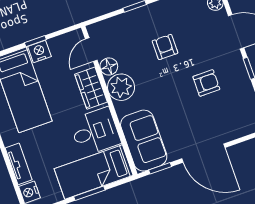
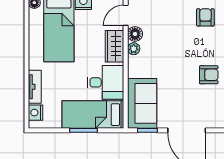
armchair: (165, 47) -> (205, 17), moved
plant: (121, 87) -> (134, 49), width x0.53, depth x0.53

